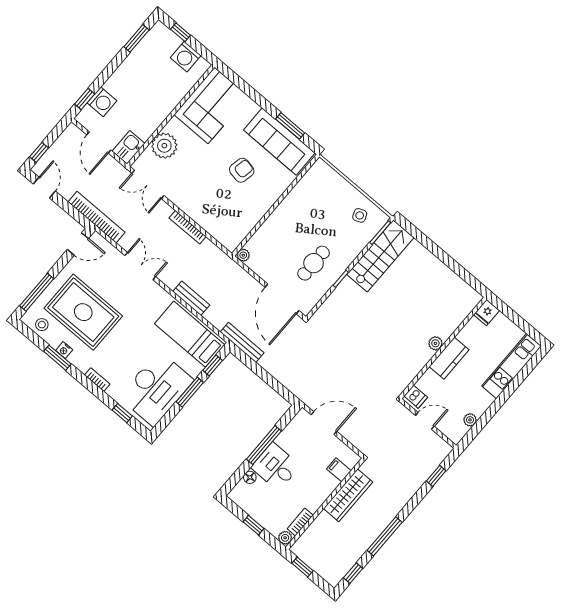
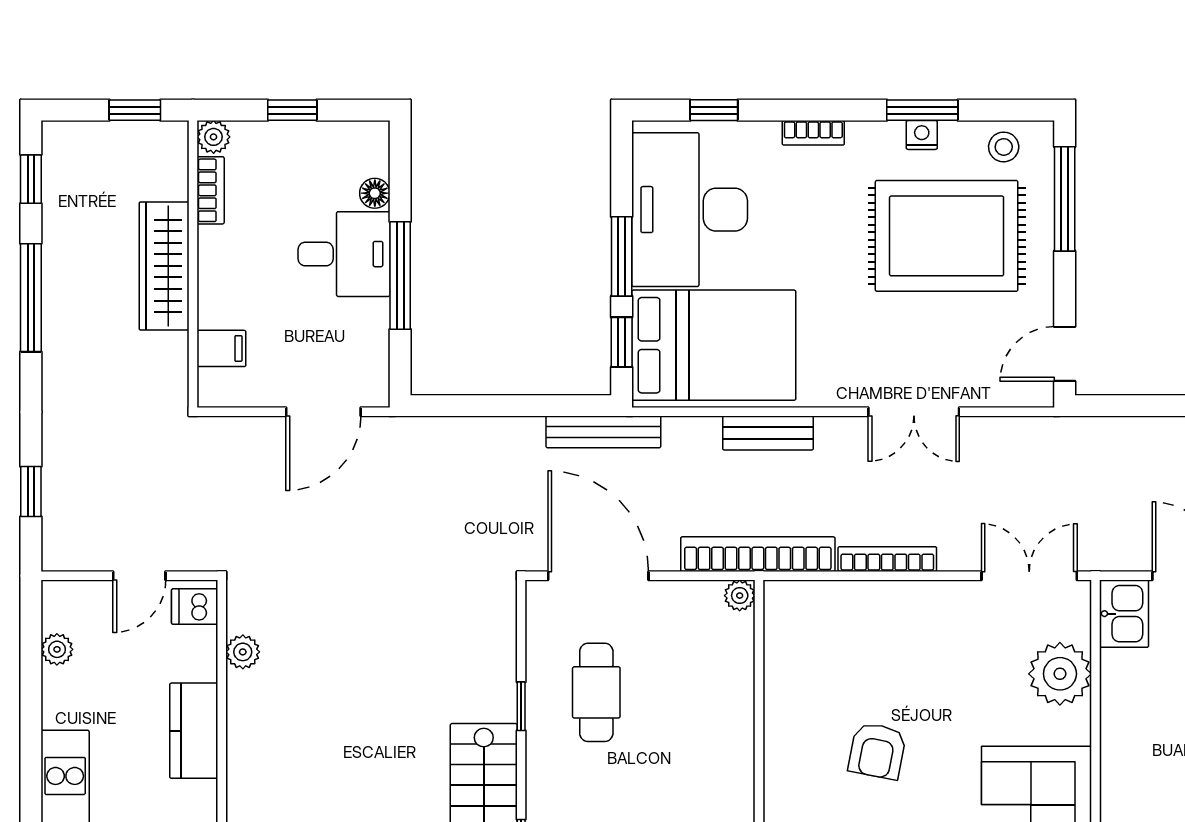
bookcase: (97, 217) -> (758, 554), moved, turned 180
bed: (190, 334) -> (714, 345), width x1.50
plant: (435, 343) -> (243, 652), moved
wardrobe: (348, 495) -> (164, 266), moved

